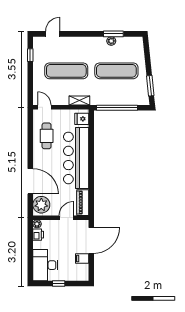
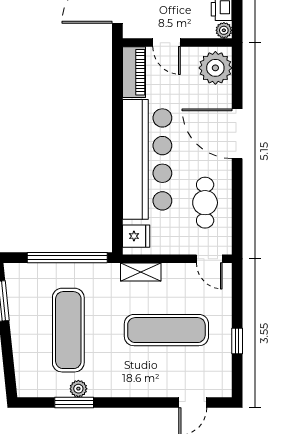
window: (30, 55) -> (237, 341), moved
exercise mat: (116, 71) -> (68, 330), turned 90
door: (30, 181) -> (237, 134), moved
door: (66, 218) -> (167, 43), hinge flipped

